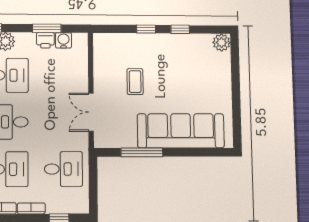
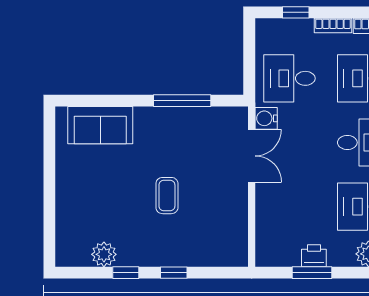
water cooler: (63, 40) -> (266, 118), moved, turned 90
plant: (222, 42) -> (104, 254), moved
coffee table: (135, 82) -> (167, 196), moved
sofa: (181, 131) -> (100, 125), width x0.54, depth x0.79

